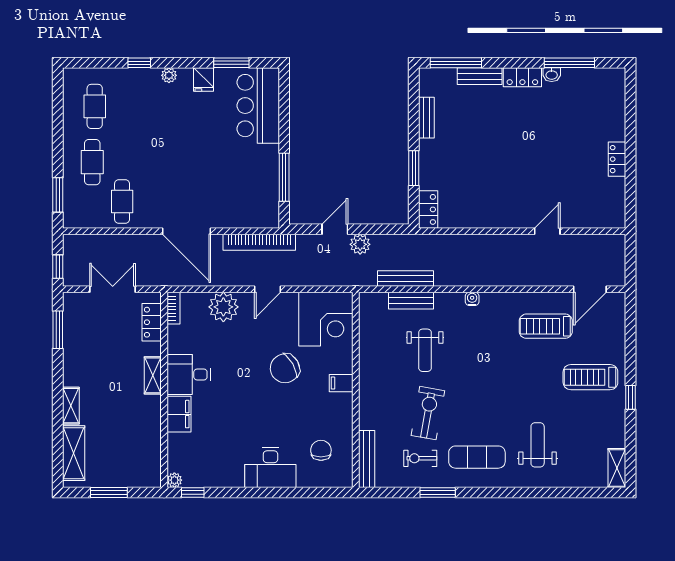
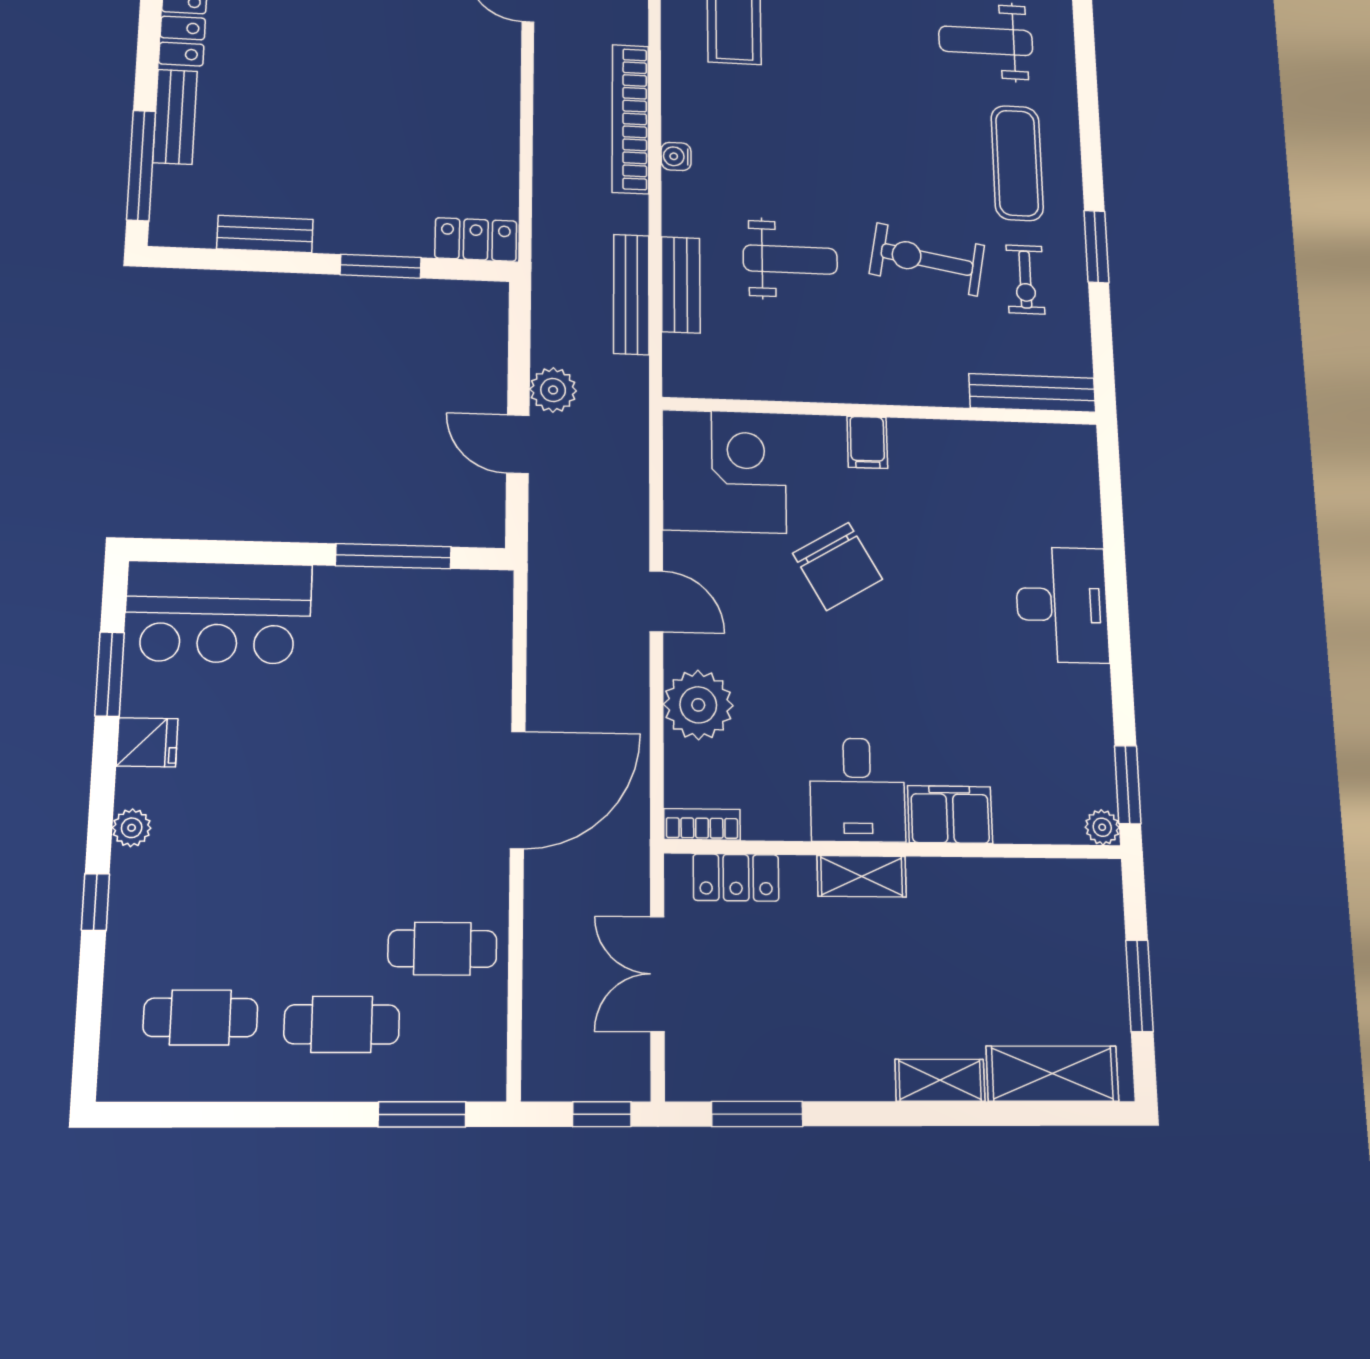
bookcase: (259, 242) -> (630, 119), moved, turned 180
chair: (321, 450) -> (1018, 491), removed
window: (193, 492) -> (1128, 785), width x1.50

